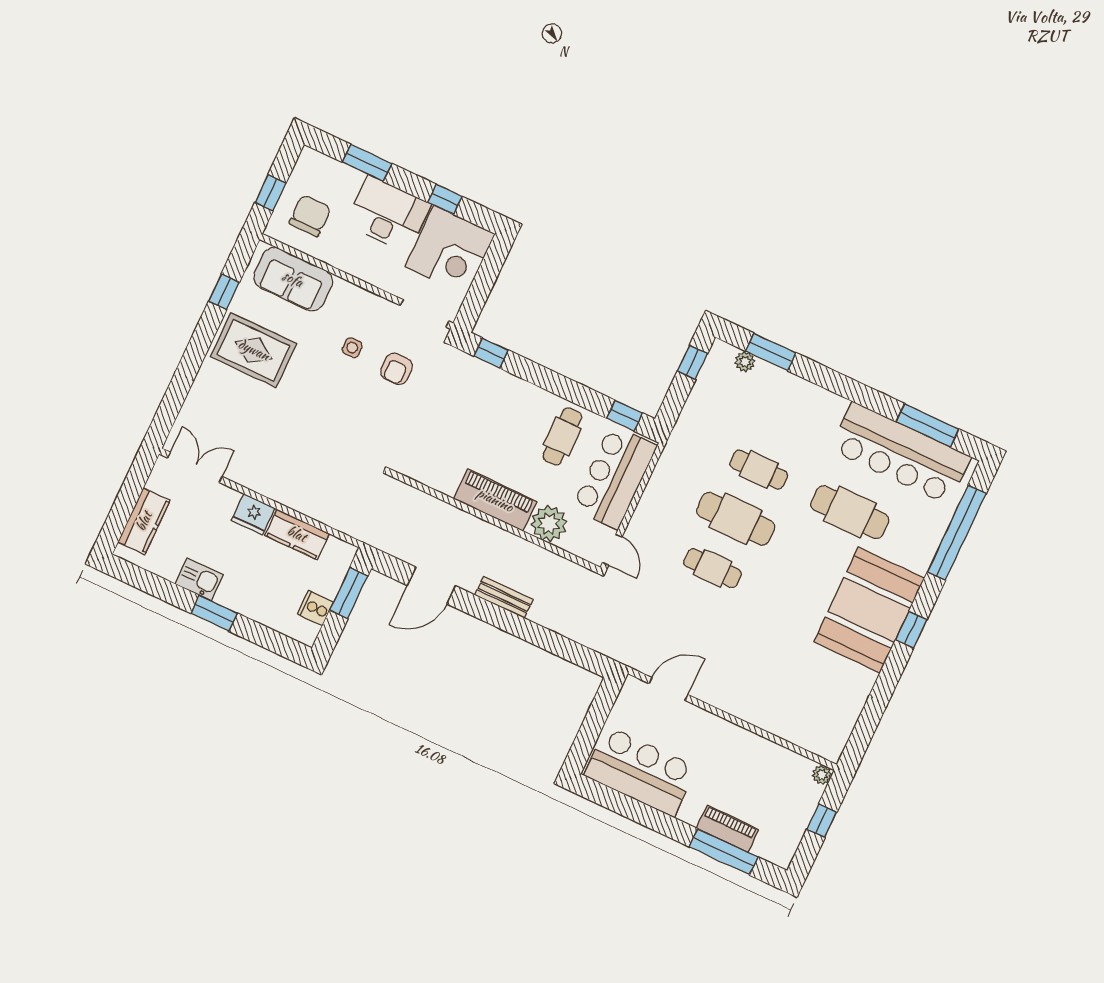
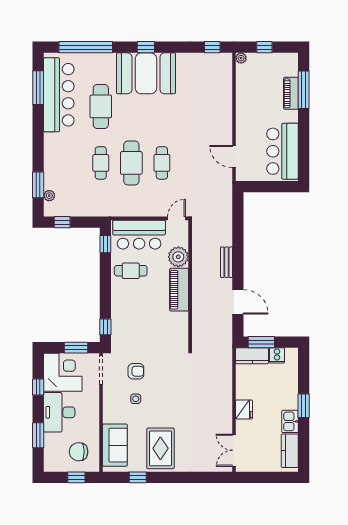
window: (480, 290) -> (76, 348), added
kitchen counter: (144, 521) -> (290, 451), moved, turned -90
kitchen counter: (297, 534) -> (252, 356), moved, turned 90
window: (861, 737) -> (212, 47), added

